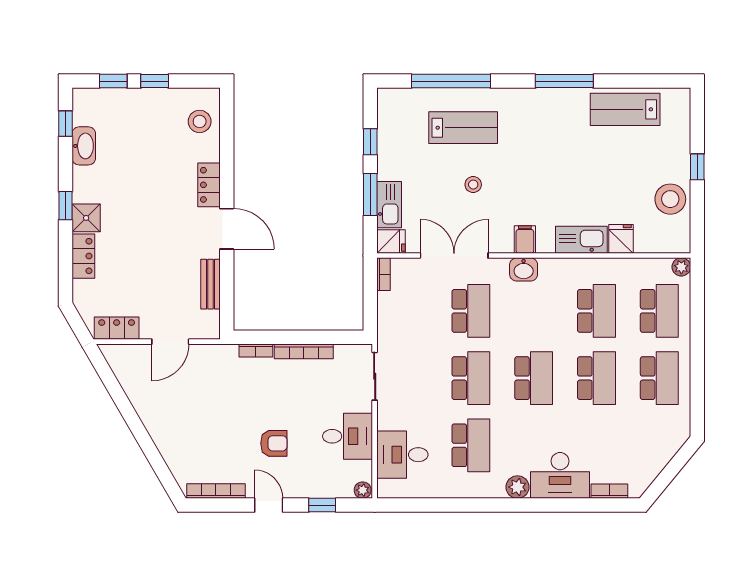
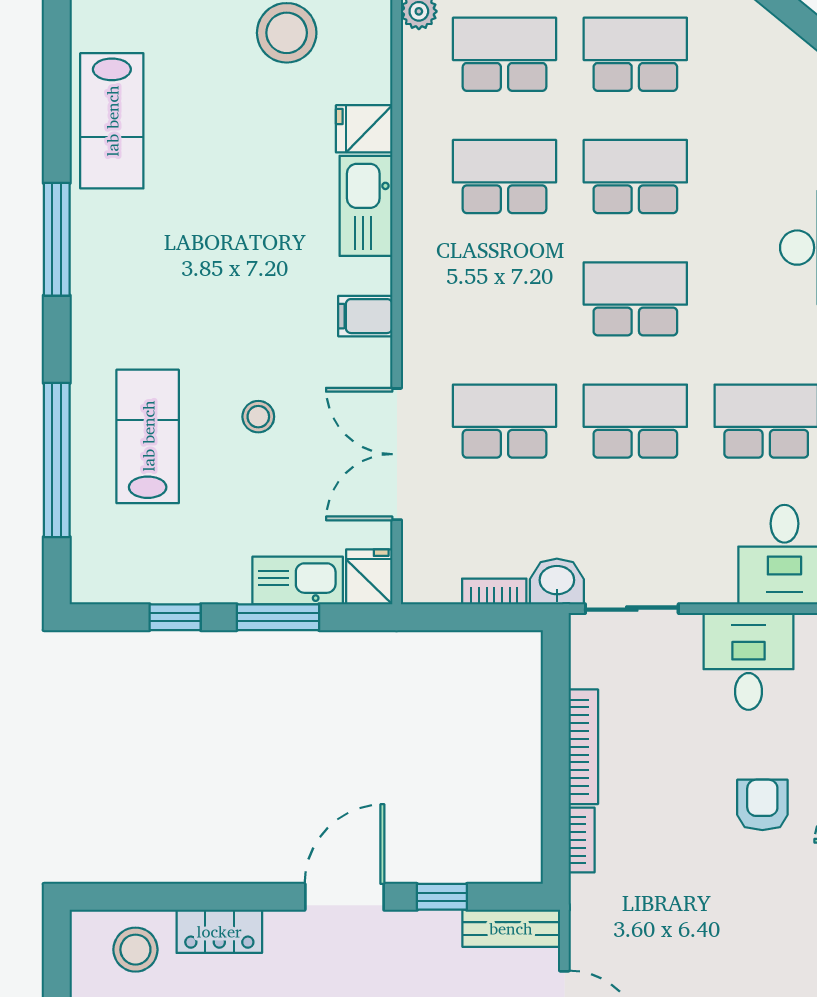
locker: (209, 185) -> (219, 931), moved
washbasin: (524, 269) -> (557, 581), moved, turned -90
bookcase: (383, 274) -> (494, 591), moved
window: (227, 279) -> (442, 897), added
bench: (210, 284) -> (511, 928), moved

